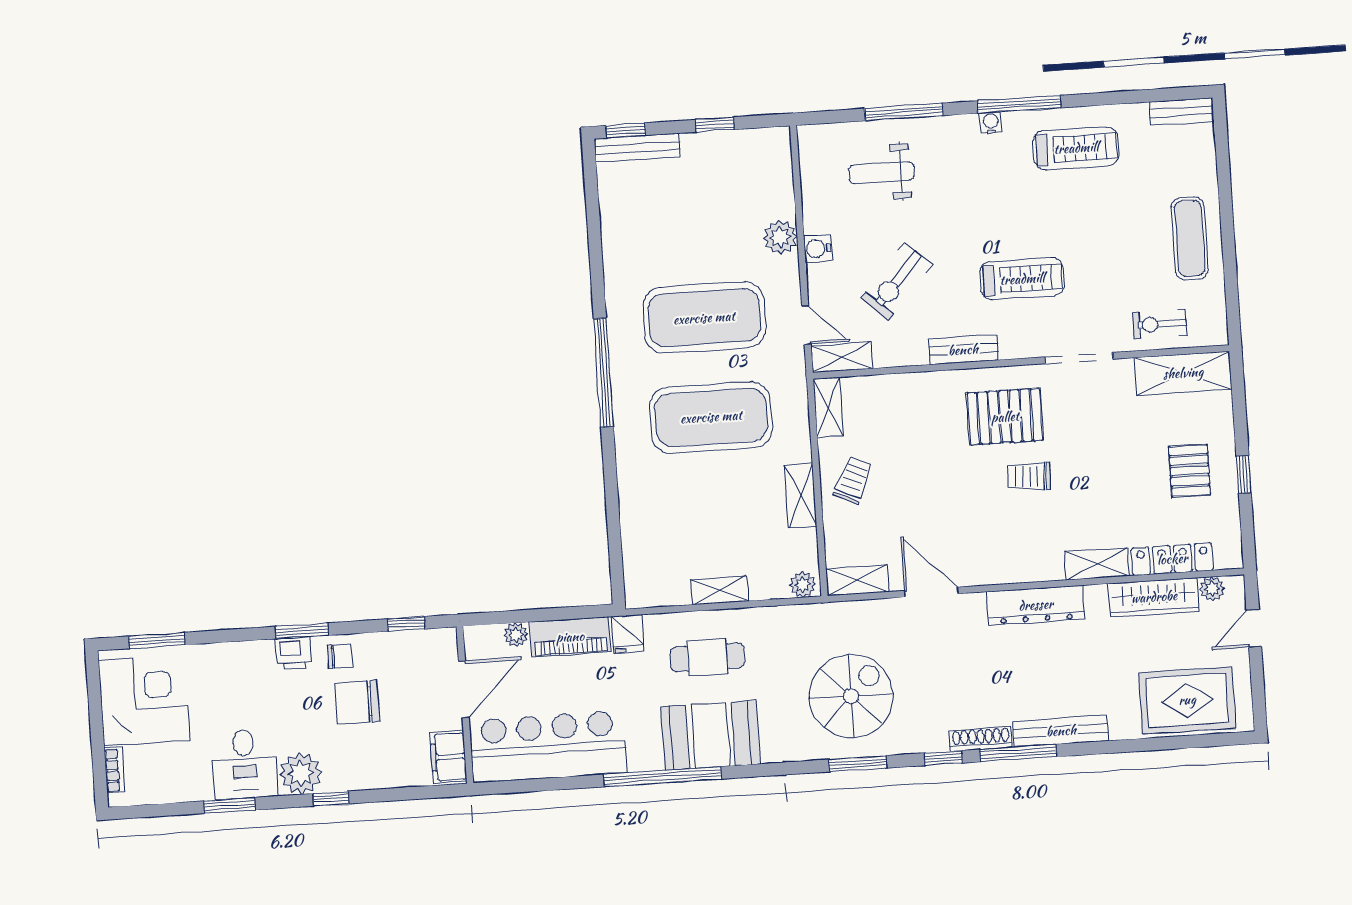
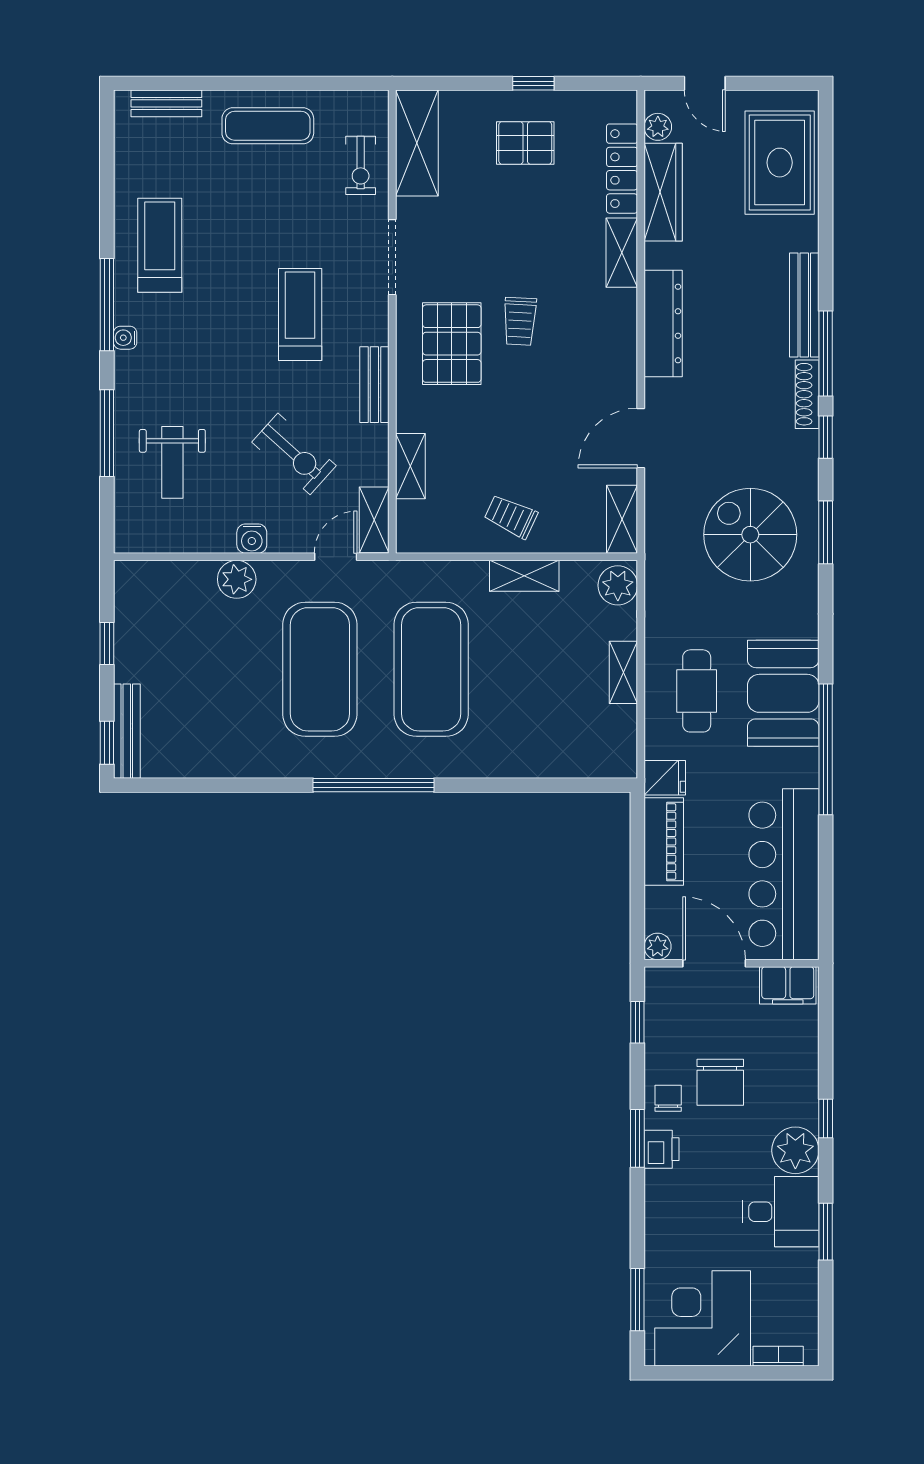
bench: (1182, 112) -> (166, 103), moved, turned 90
shelving: (828, 407) -> (410, 466), moved, turned 90
plant: (803, 585) -> (618, 585), width x1.38, depth x1.38
plant: (516, 635) -> (658, 946), moved

